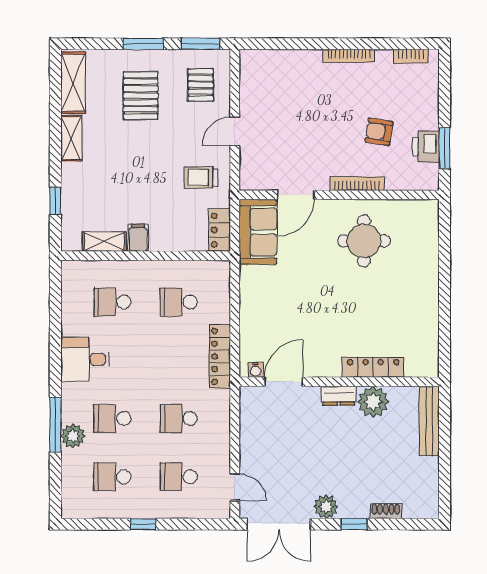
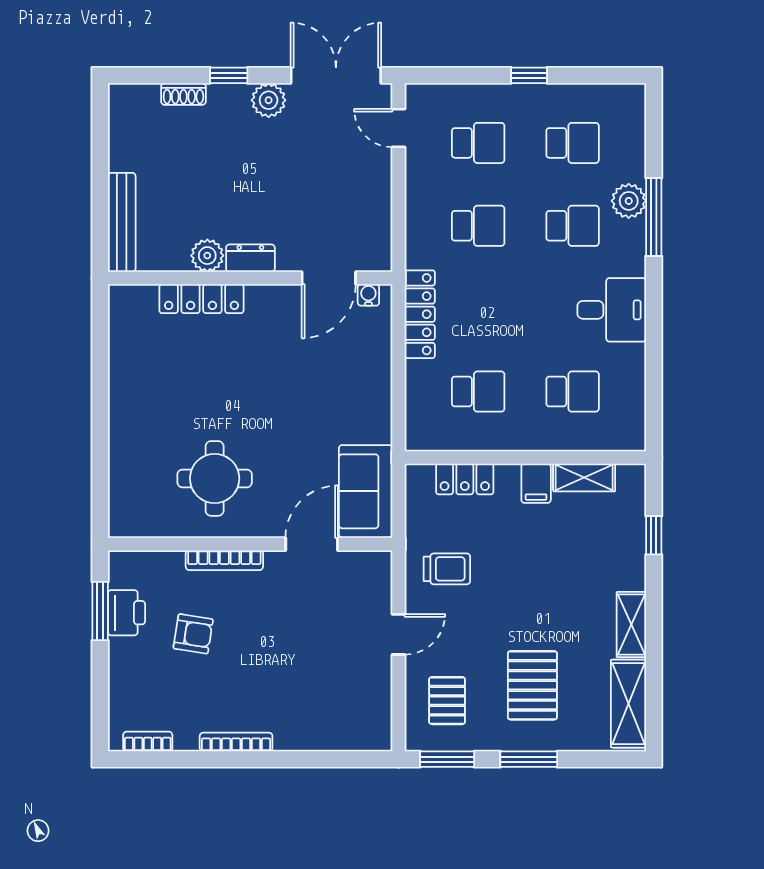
locker: (220, 230) -> (465, 479), moved, turned 90
plant: (373, 402) -> (207, 256), width x0.73, depth x0.73

